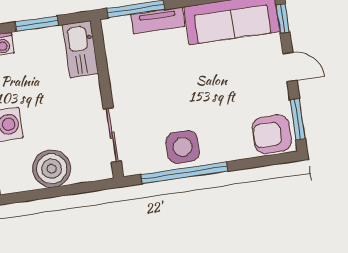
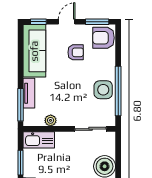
plant: (117, 64) -> (51, 120), added
armchair: (240, 90) -> (76, 52), added
armchair: (272, 134) -> (103, 38), turned 90

